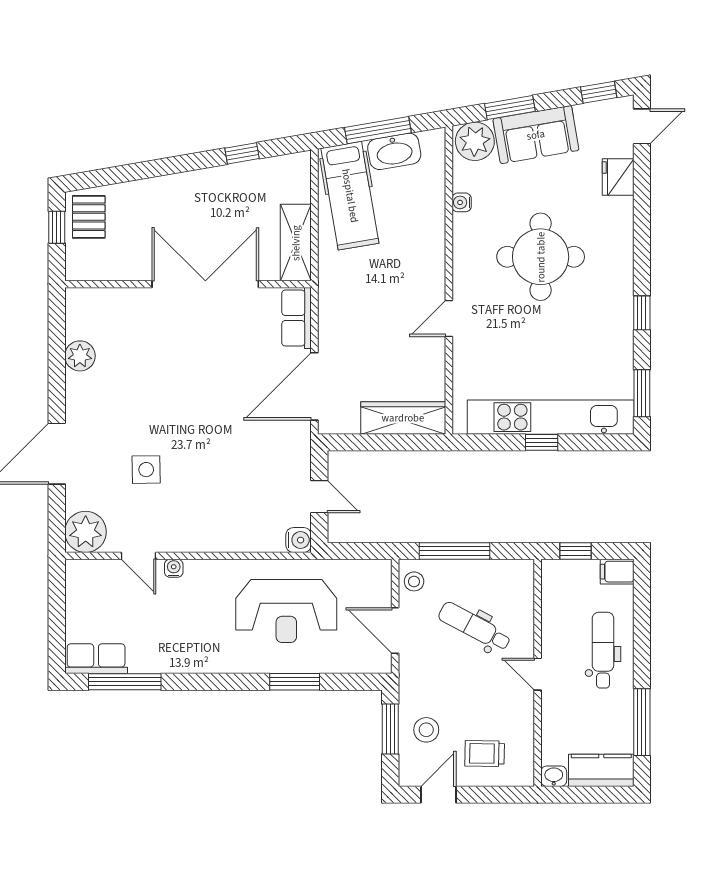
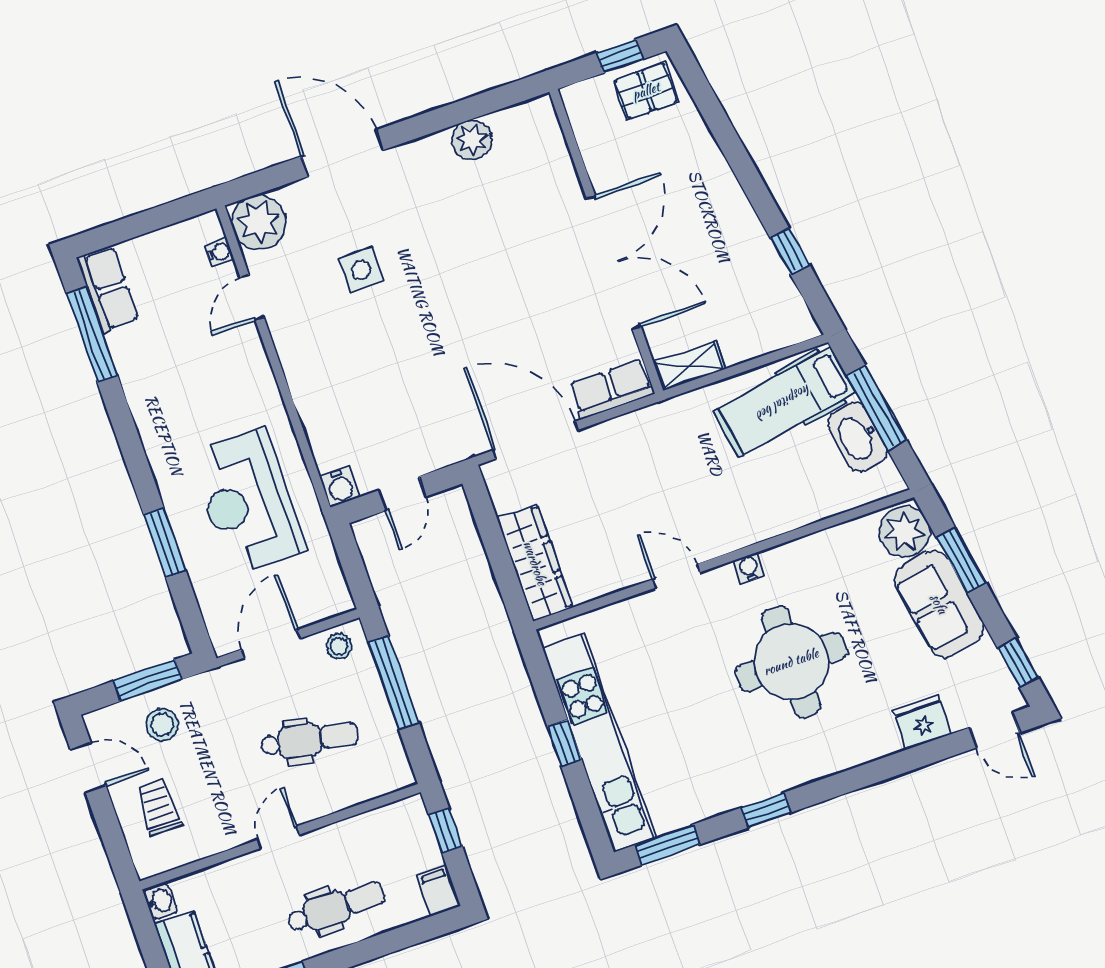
water cooler: (462, 202) -> (749, 568), moved
shelving: (296, 243) -> (690, 366), width x0.67, depth x0.75
water cooler: (174, 568) -> (219, 252), moved
dental chair: (475, 627) -> (310, 740), turned 73

